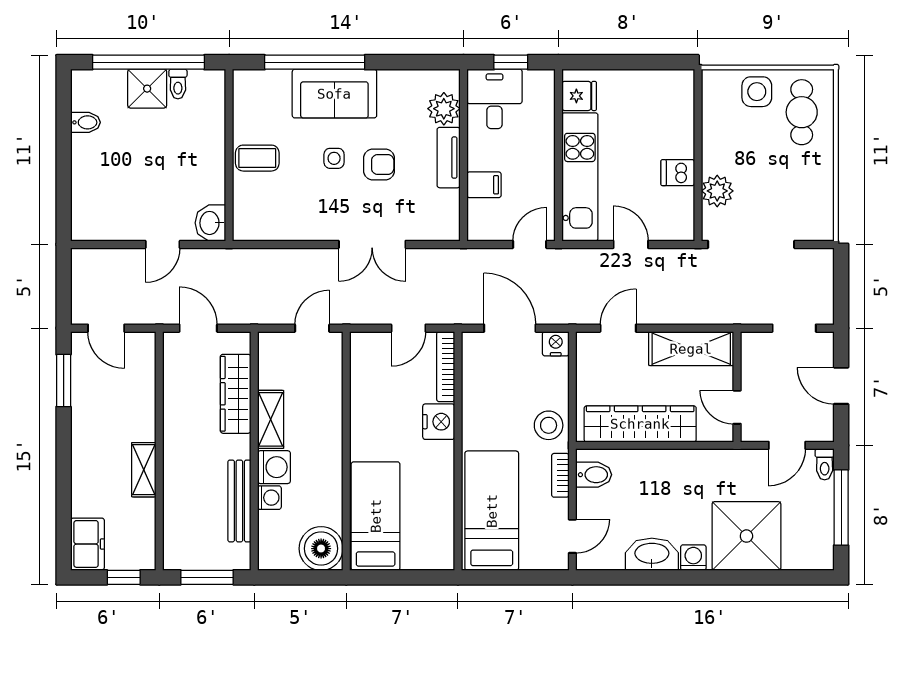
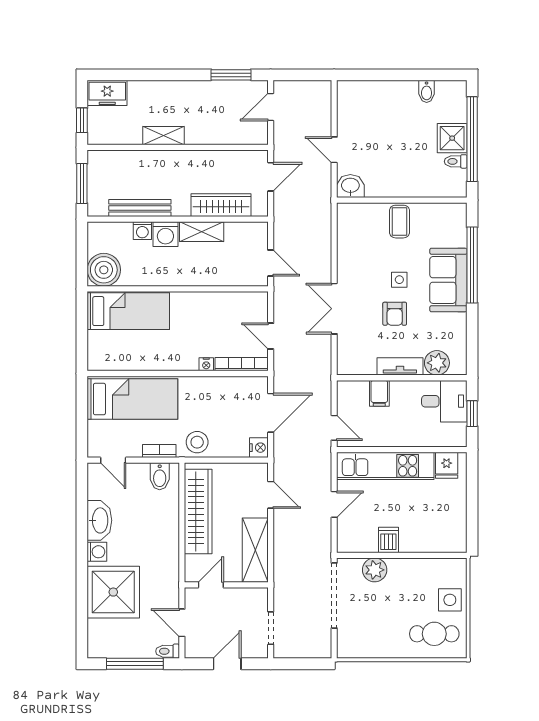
nightstand: (439, 422) -> (206, 364), width x0.53, depth x0.56

